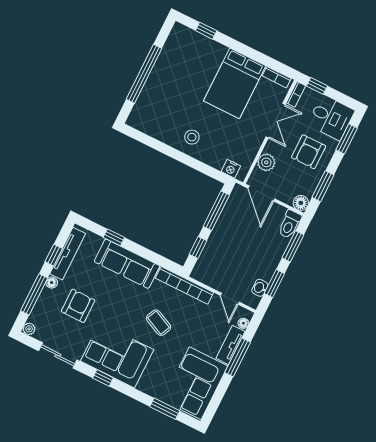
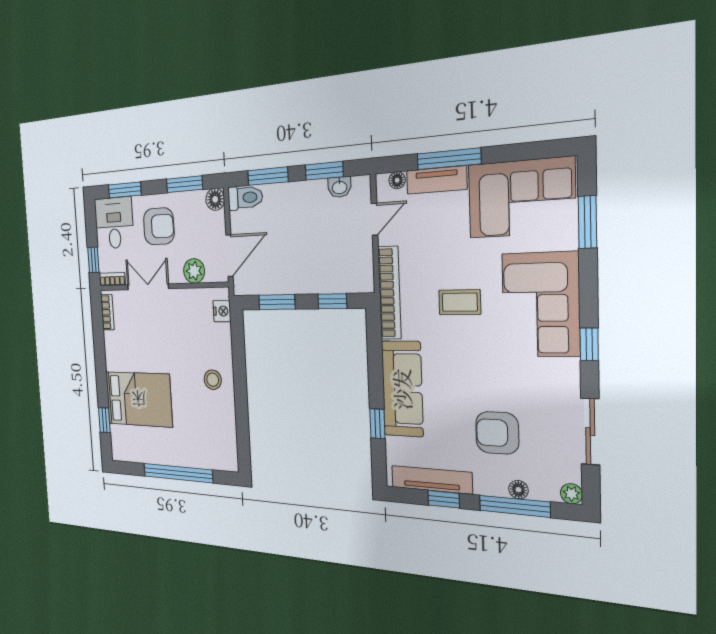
bed: (235, 83) -> (139, 399), moved
window: (216, 211) -> (277, 302), width x0.69
floor lamp: (52, 283) -> (518, 490), moved
coffee table: (159, 323) -> (460, 302), turned 65
corner sofa: (117, 355) -> (541, 305), moved

